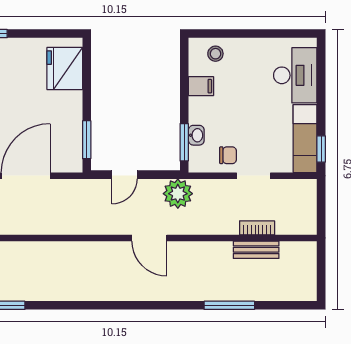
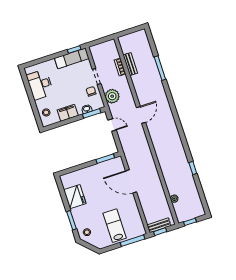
fridge: (65, 68) -> (75, 197), moved, turned -90
desk: (295, 75) -> (40, 85), moved, turned -90
filing cabinet: (201, 86) -> (68, 113), width x2.00
door: (125, 175) -> (112, 125), moved
plant: (178, 194) -> (112, 96), moved

